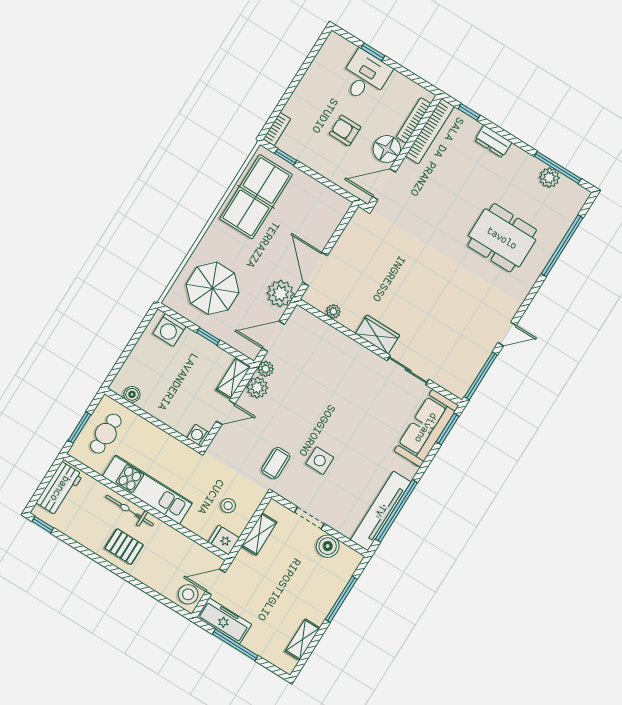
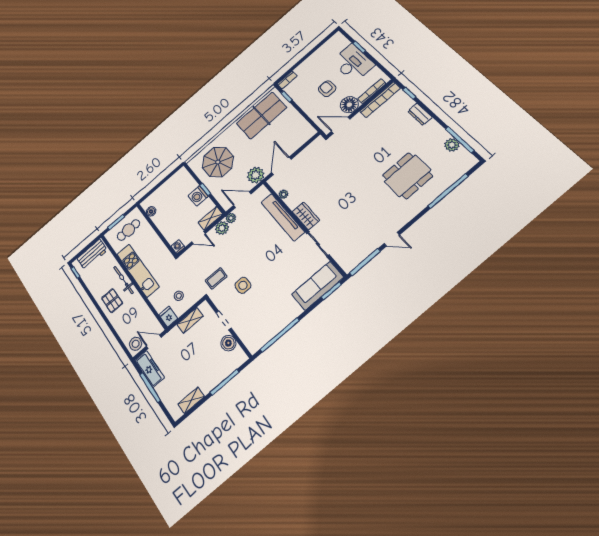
desk: (365, 76) -> (353, 63), width x1.37
dining table: (502, 238) -> (407, 176), turned 90
washing machine: (169, 330) -> (198, 196), moved
tv unit: (381, 511) -> (283, 217), moved, turned -90

